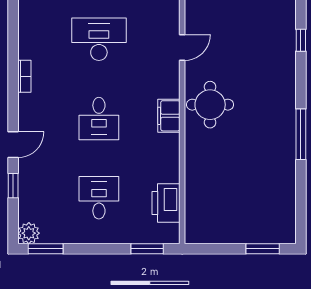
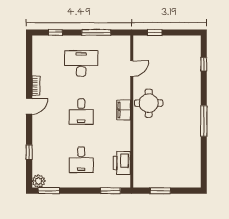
door: (13, 145) -> (29, 106), moved
desk: (99, 198) -> (81, 160), turned 180
window: (263, 249) -> (160, 191), moved

